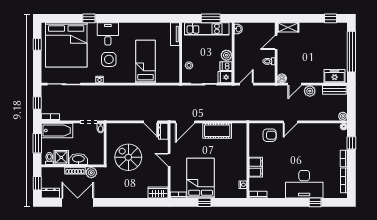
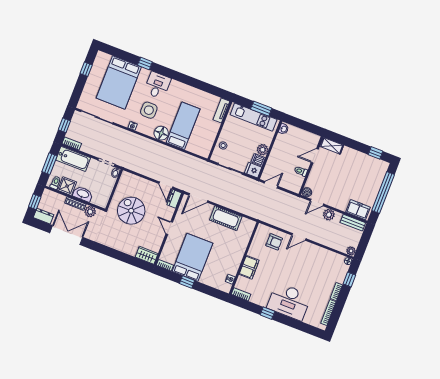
bed: (66, 45) -> (119, 83), width x0.73
floor lamp: (128, 76) -> (161, 133), added
window: (315, 202) -> (267, 313), moved

